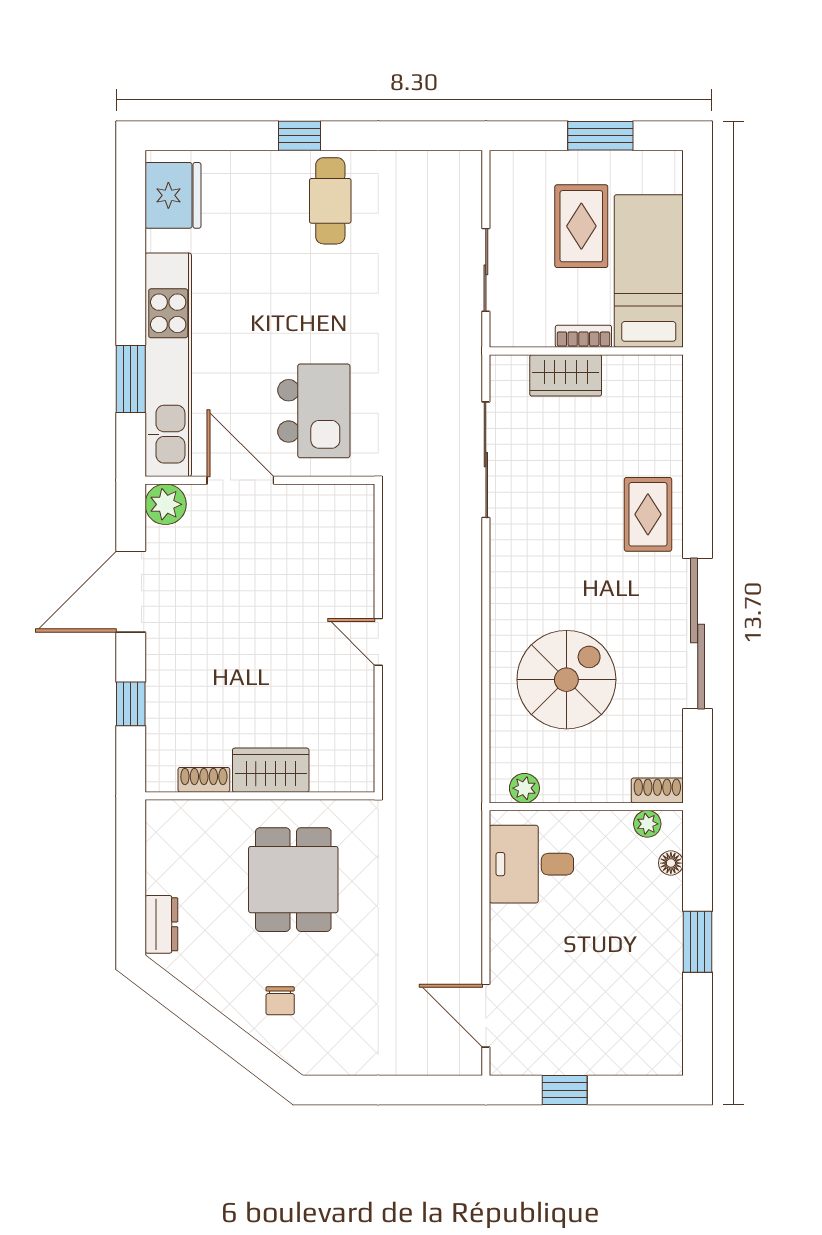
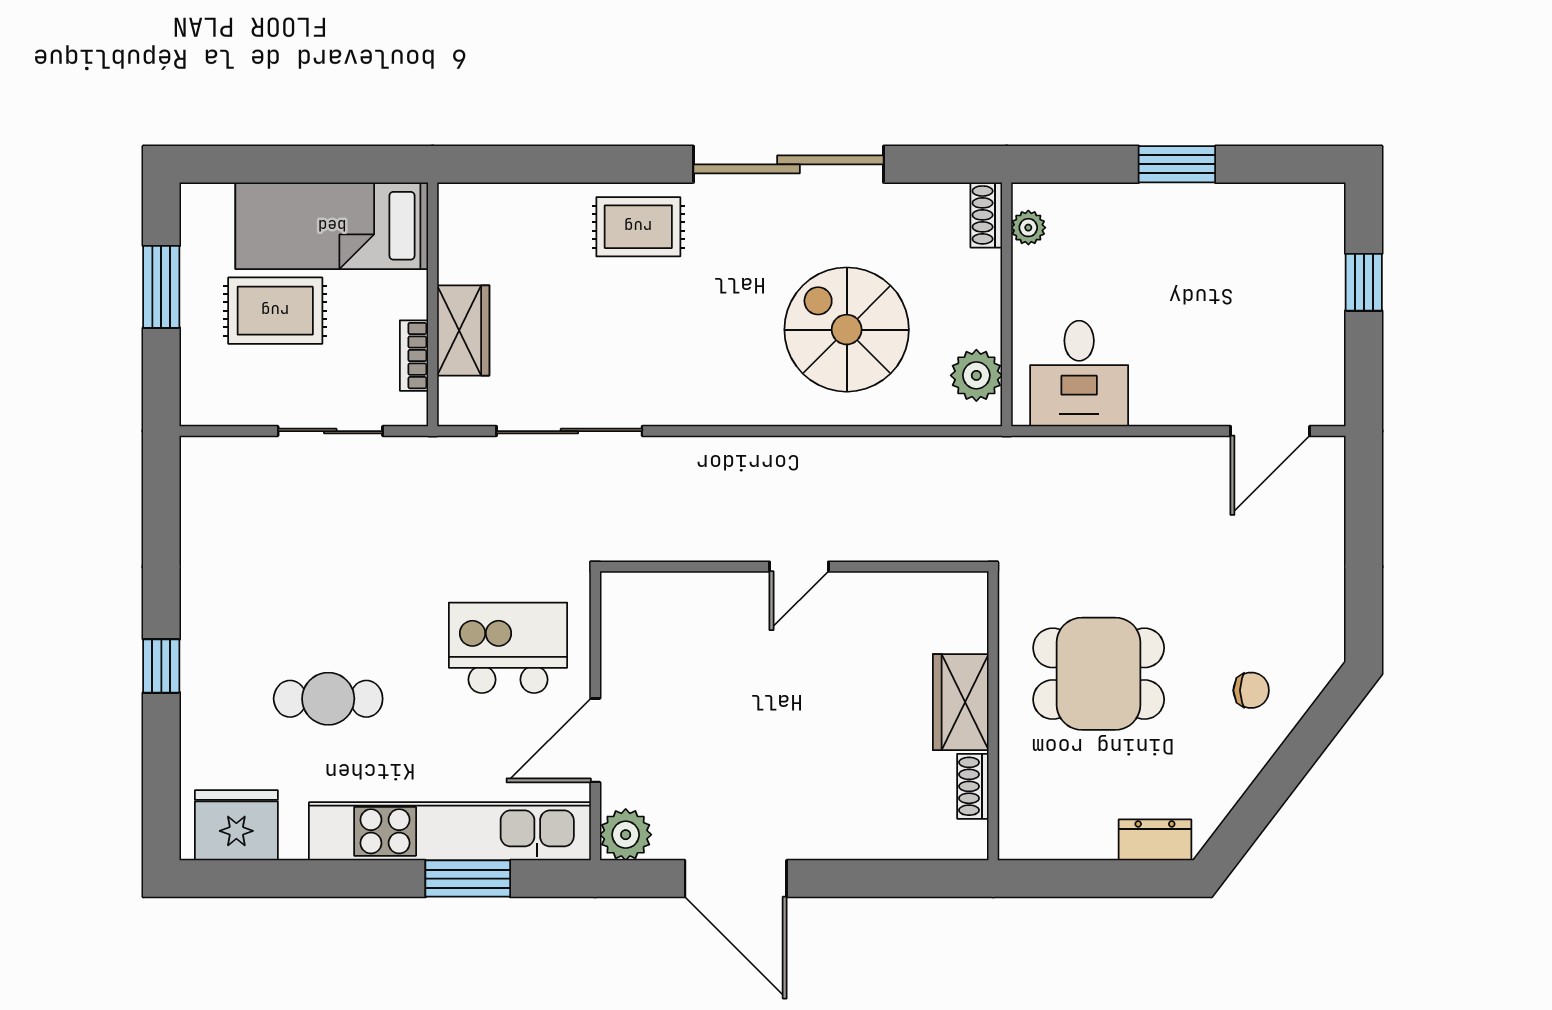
cafe table: (330, 201) -> (328, 699), moved
bookcase: (583, 336) -> (414, 356), moved
window: (131, 704) -> (877, 879), removed
plant: (524, 788) -> (976, 375), width x1.38, depth x1.38
floor lamp: (671, 863) -> (1078, 198), removed
window: (565, 1090) -> (1364, 282), moved

